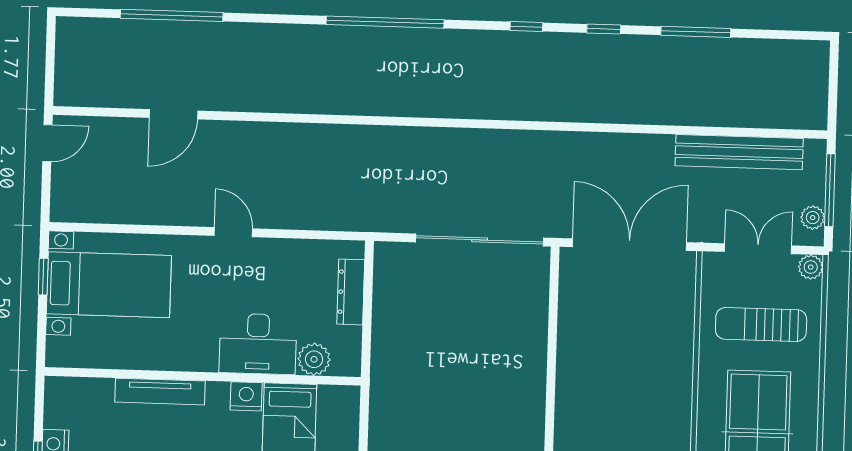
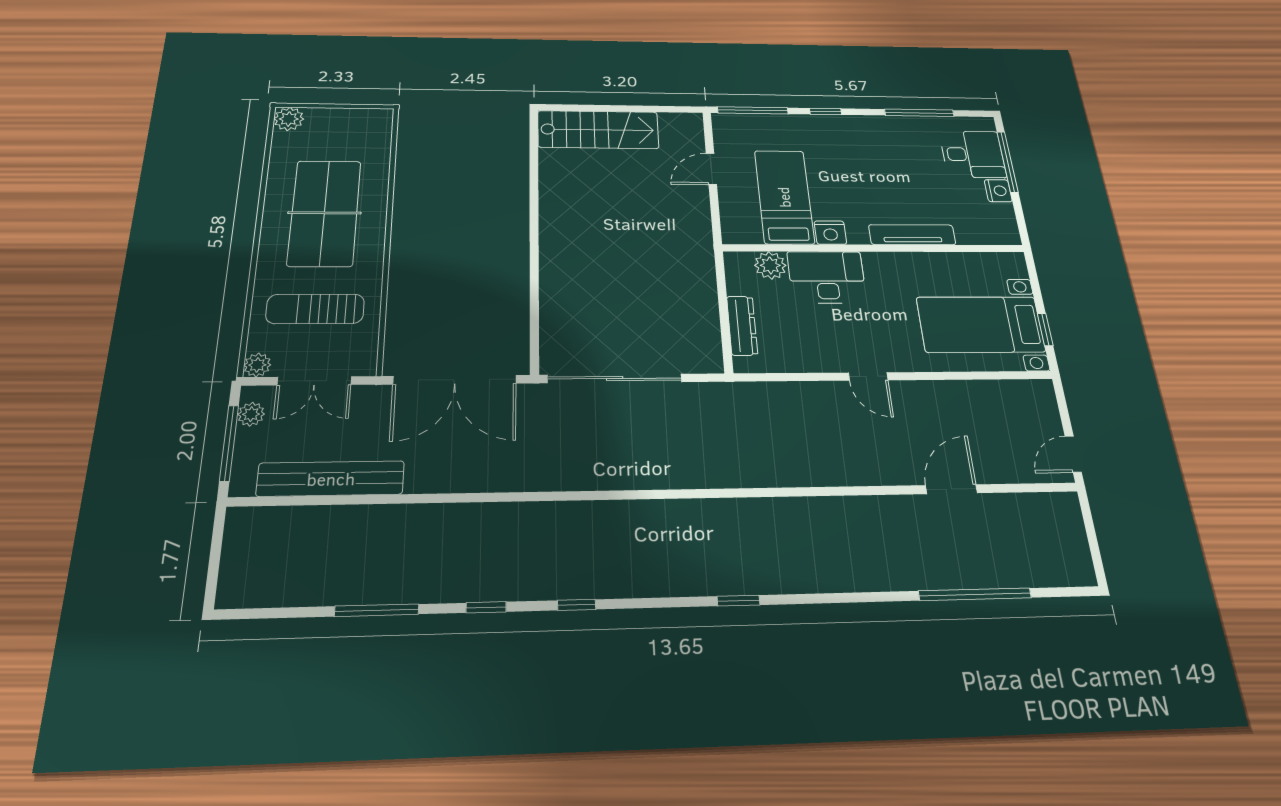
window: (385, 22) -> (738, 601), width x0.32
sun lounger: (761, 324) -> (315, 309), turned 180

